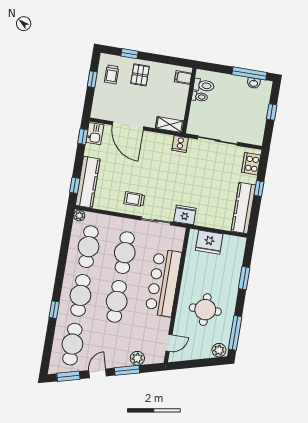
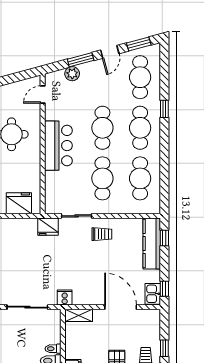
plant: (79, 216) -> (155, 208), removed
bar counter: (163, 283) -> (58, 146), width x0.73

